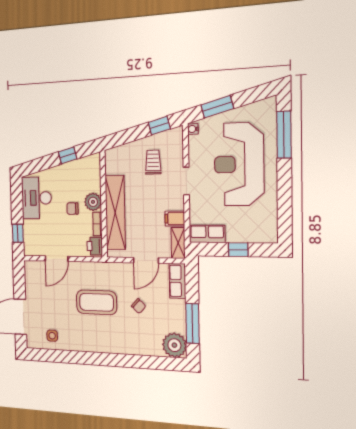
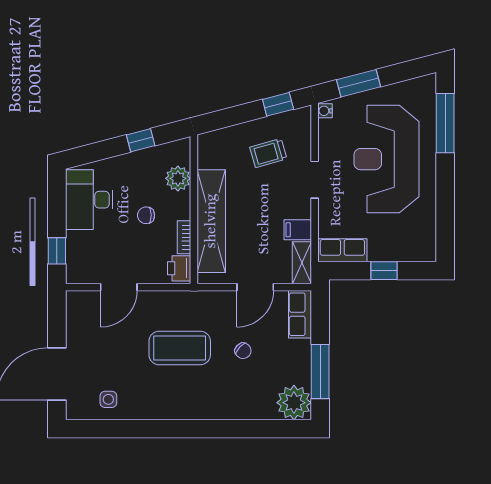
trolley: (153, 162) -> (268, 153), turned -106
plant: (93, 202) -> (178, 178), moved

